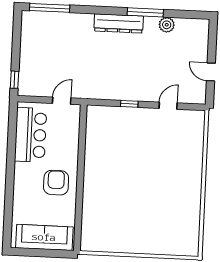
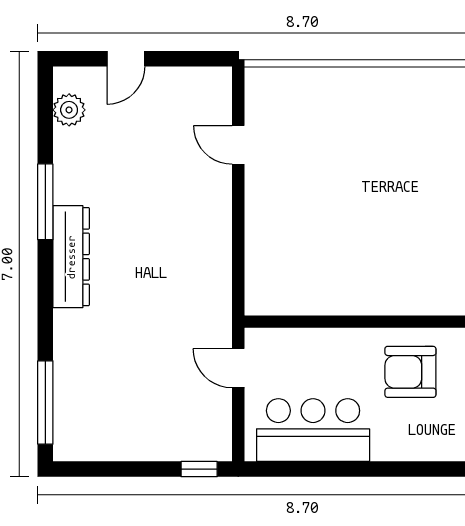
plant: (167, 25) -> (69, 110), moved
door: (211, 72) -> (126, 59), moved
window: (129, 104) -> (238, 227), removed

